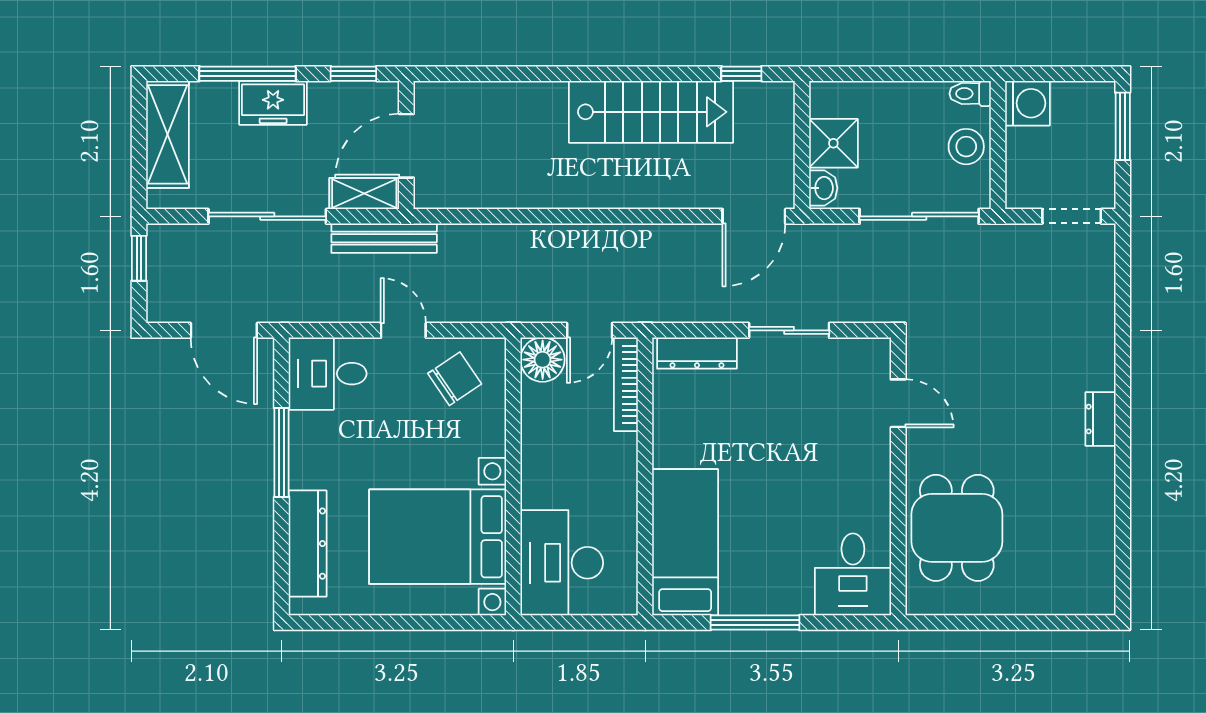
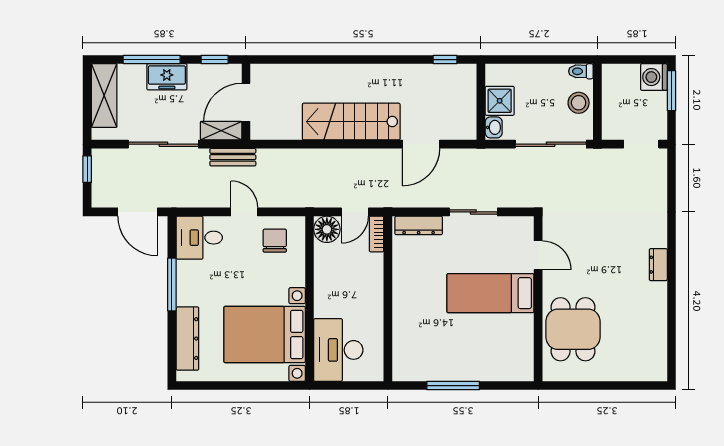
washing machine: (1027, 103) -> (654, 77), moved, turned 180
stairs: (651, 112) -> (351, 122), moved, turned 180
door: (754, 216) -> (421, 144), moved
bench: (384, 238) -> (233, 157), width x0.73
chair: (455, 379) -> (275, 241), turned -56
bookcase: (626, 384) -> (376, 234), width x0.64
bed: (685, 542) -> (490, 293), moved, turned -90
desk: (853, 574) -> (511, 357), removed

